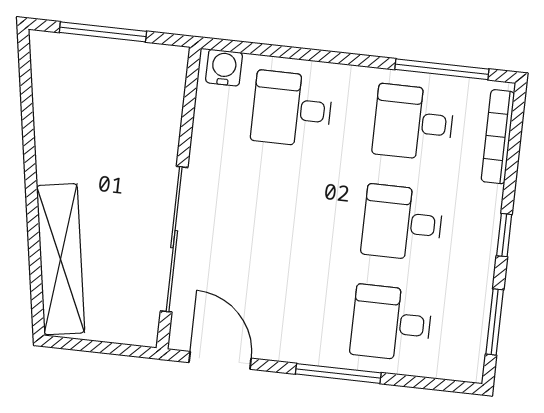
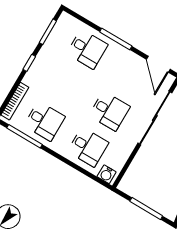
desk: (402, 223) -> (109, 111), moved

